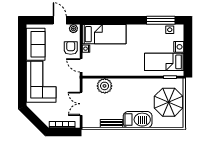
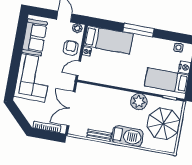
window: (161, 20) -> (138, 30), moved
door: (81, 65) -> (78, 68), hinge flipped
plant: (105, 86) -> (139, 102), moved
double door: (81, 104) -> (71, 109), width x1.37

